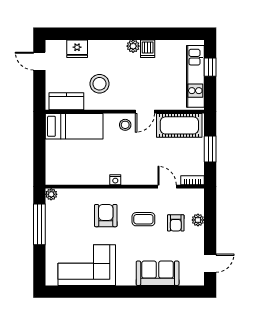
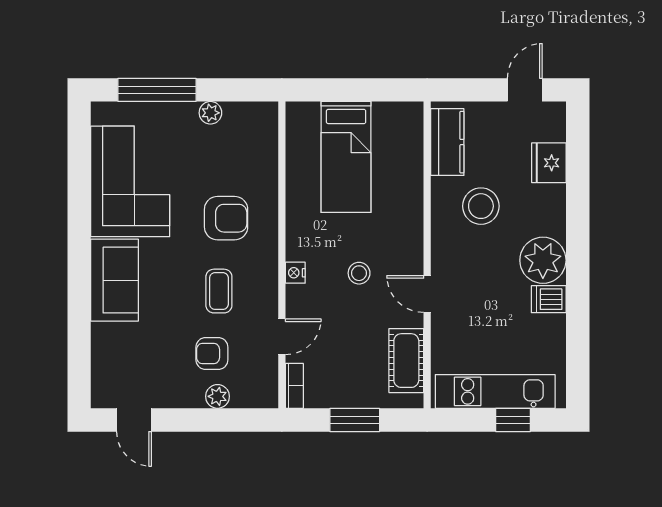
plant: (133, 46) -> (543, 260), width x1.88, depth x1.88
stool: (125, 125) -> (359, 273), moved
cot: (179, 125) -> (406, 361), width x0.73, depth x0.75
bed: (74, 126) -> (346, 157), moved
nightstand: (115, 180) -> (295, 273), moved
plant: (51, 194) -> (210, 113), moved
window: (39, 224) -> (157, 90), moved
sofa: (158, 273) -> (115, 280), moved

